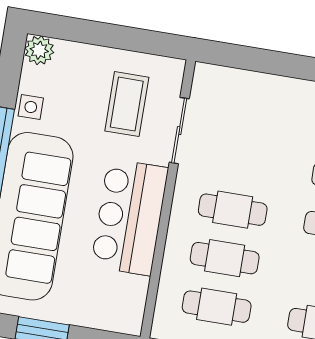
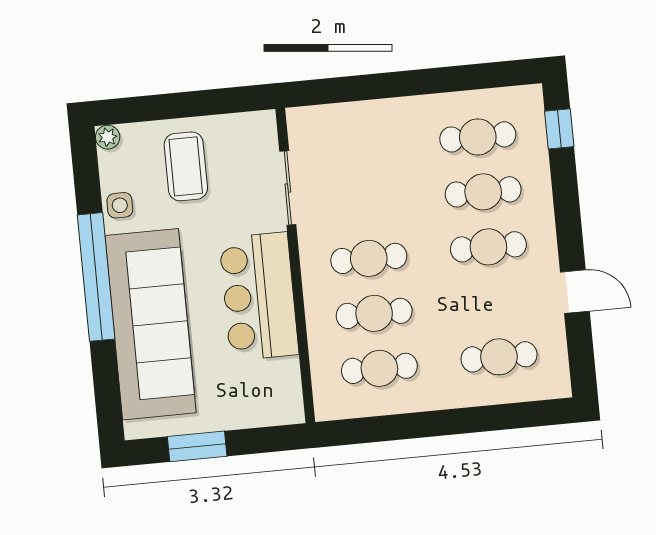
plant: (39, 50) -> (108, 137), width x0.73, depth x0.73
coffee table: (127, 104) -> (186, 166), moved

